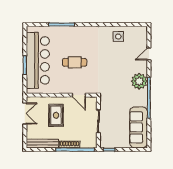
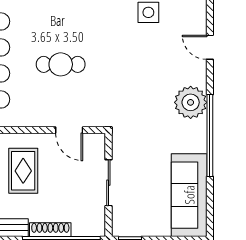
door: (149, 54) -> (210, 47), hinge flipped

